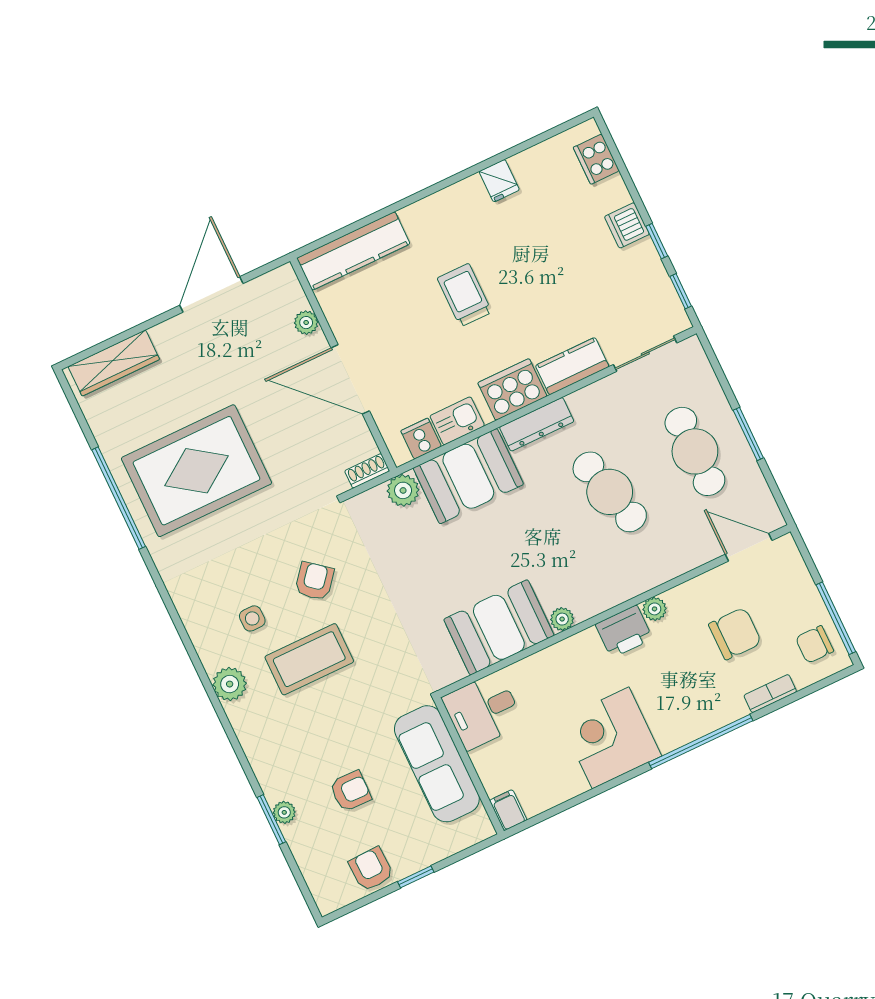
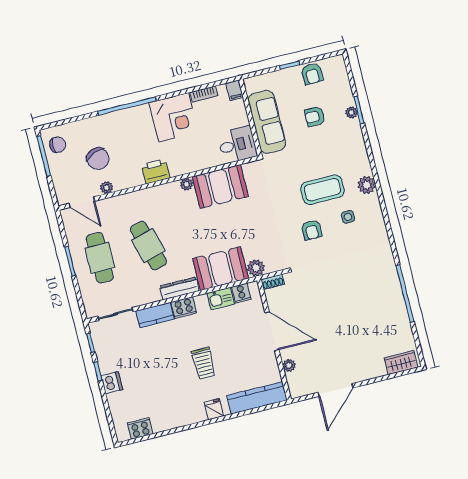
cooker: (596, 159) -> (140, 428), moved, turned -90
fridge: (499, 181) -> (214, 409), moved
wardrobe: (114, 363) -> (401, 363), width x0.67
cooker: (512, 390) -> (184, 307), width x0.73, depth x0.76
rug: (196, 471) -> (362, 300), removed
armchair: (315, 581) -> (312, 230), turned -39
plant: (655, 609) -> (107, 188), moved
chair: (735, 634) -> (98, 159), turned -111
bookcase: (770, 694) -> (204, 94), moved

